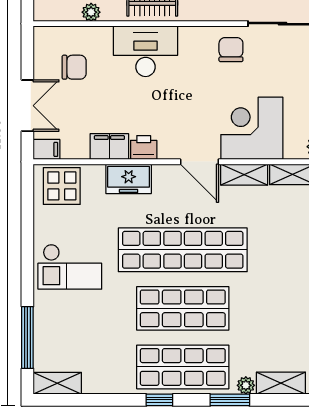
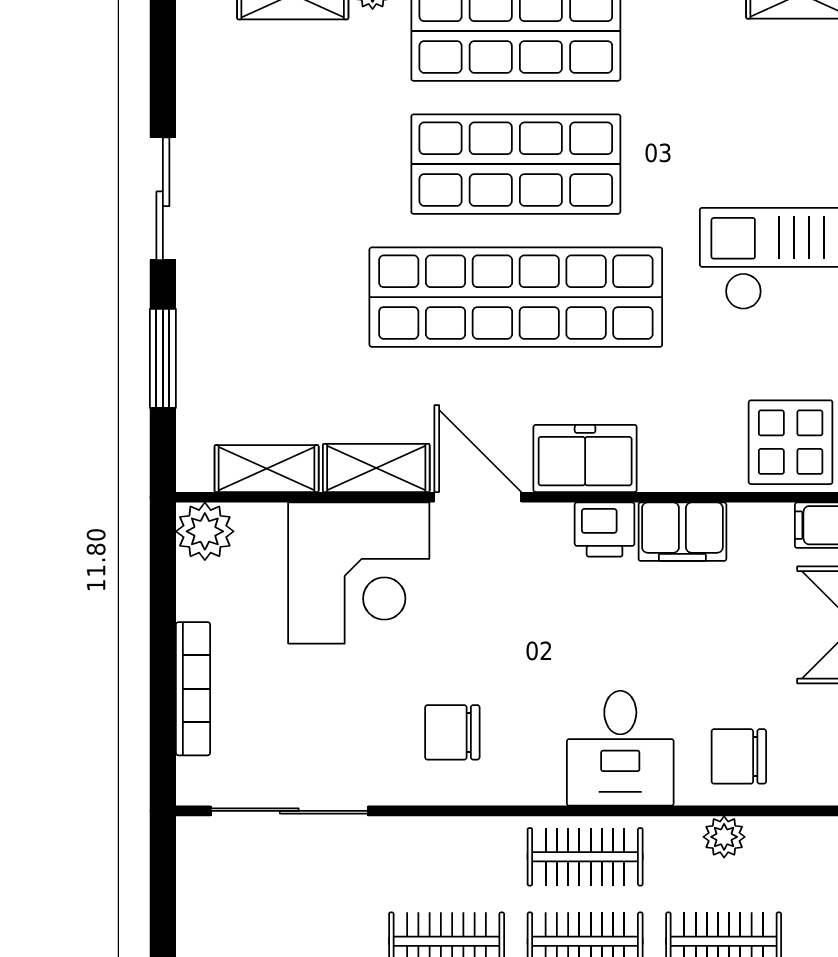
chair: (231, 50) -> (452, 732), moved, turned 90
desk: (146, 51) -> (620, 748), width x0.73
chair: (74, 67) -> (739, 756), moved
freezer: (129, 179) -> (585, 458), moved

